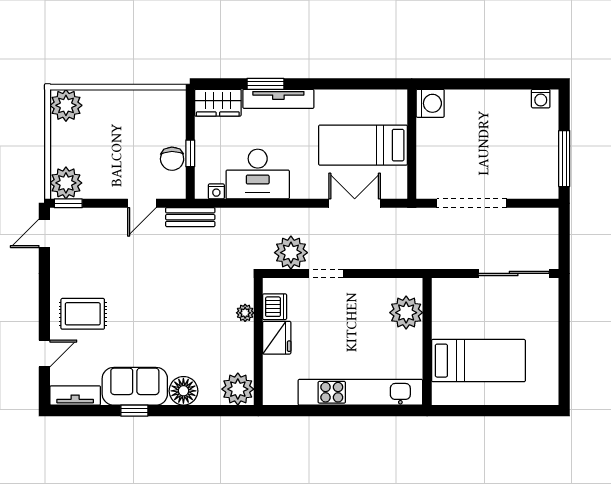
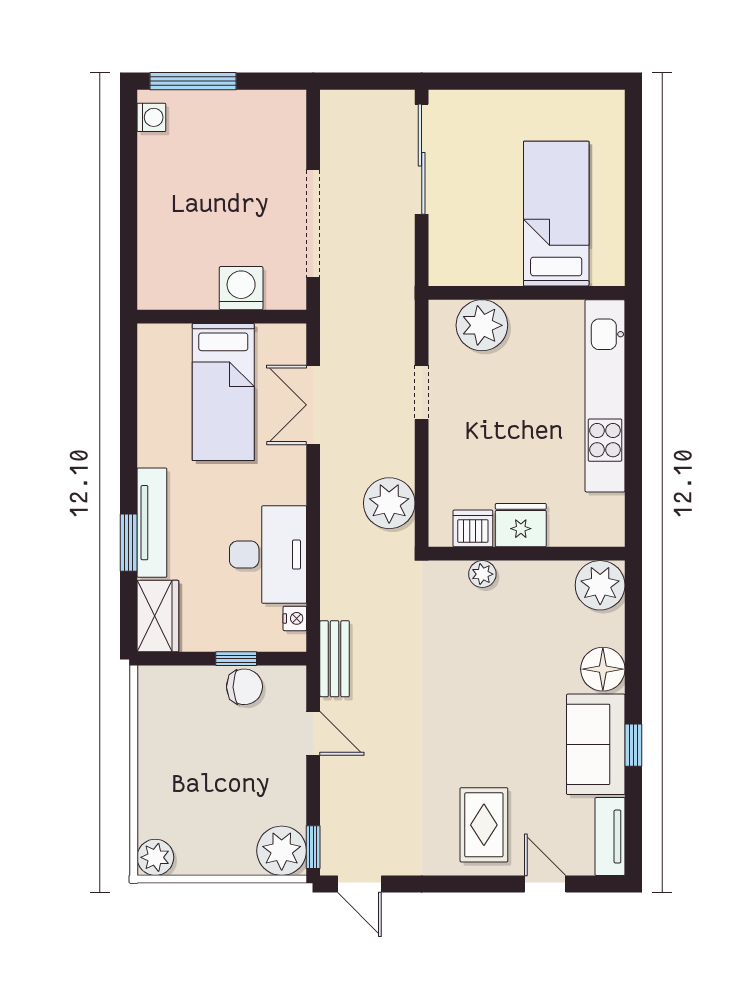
washing machine: (430, 103) -> (241, 288), moved
plant: (66, 105) -> (155, 857), width x0.73, depth x0.73
window: (564, 159) -> (193, 81), moved
doorway: (326, 273) -> (422, 392), moved

